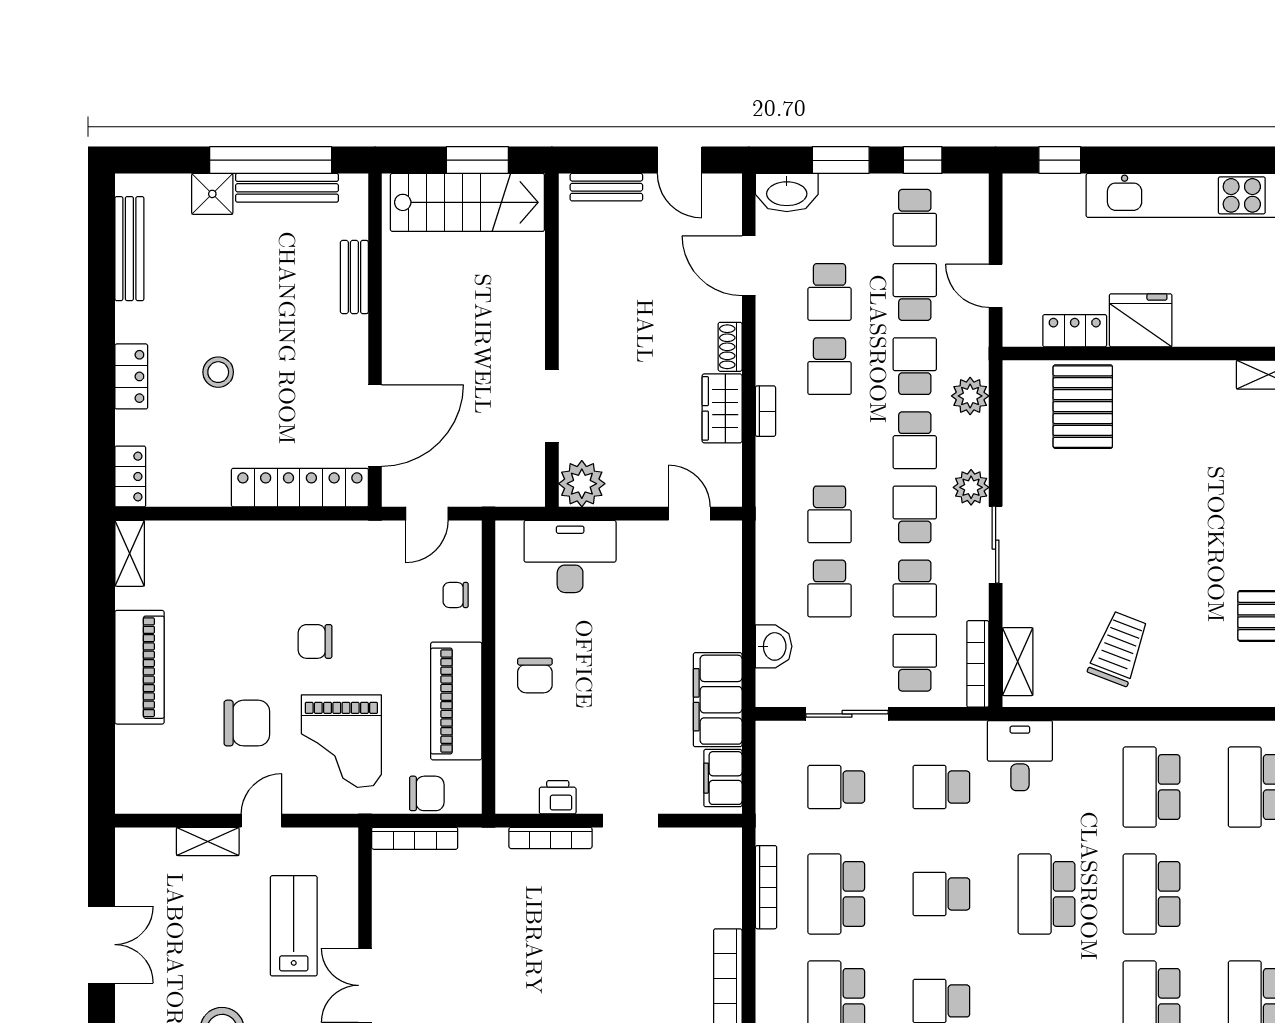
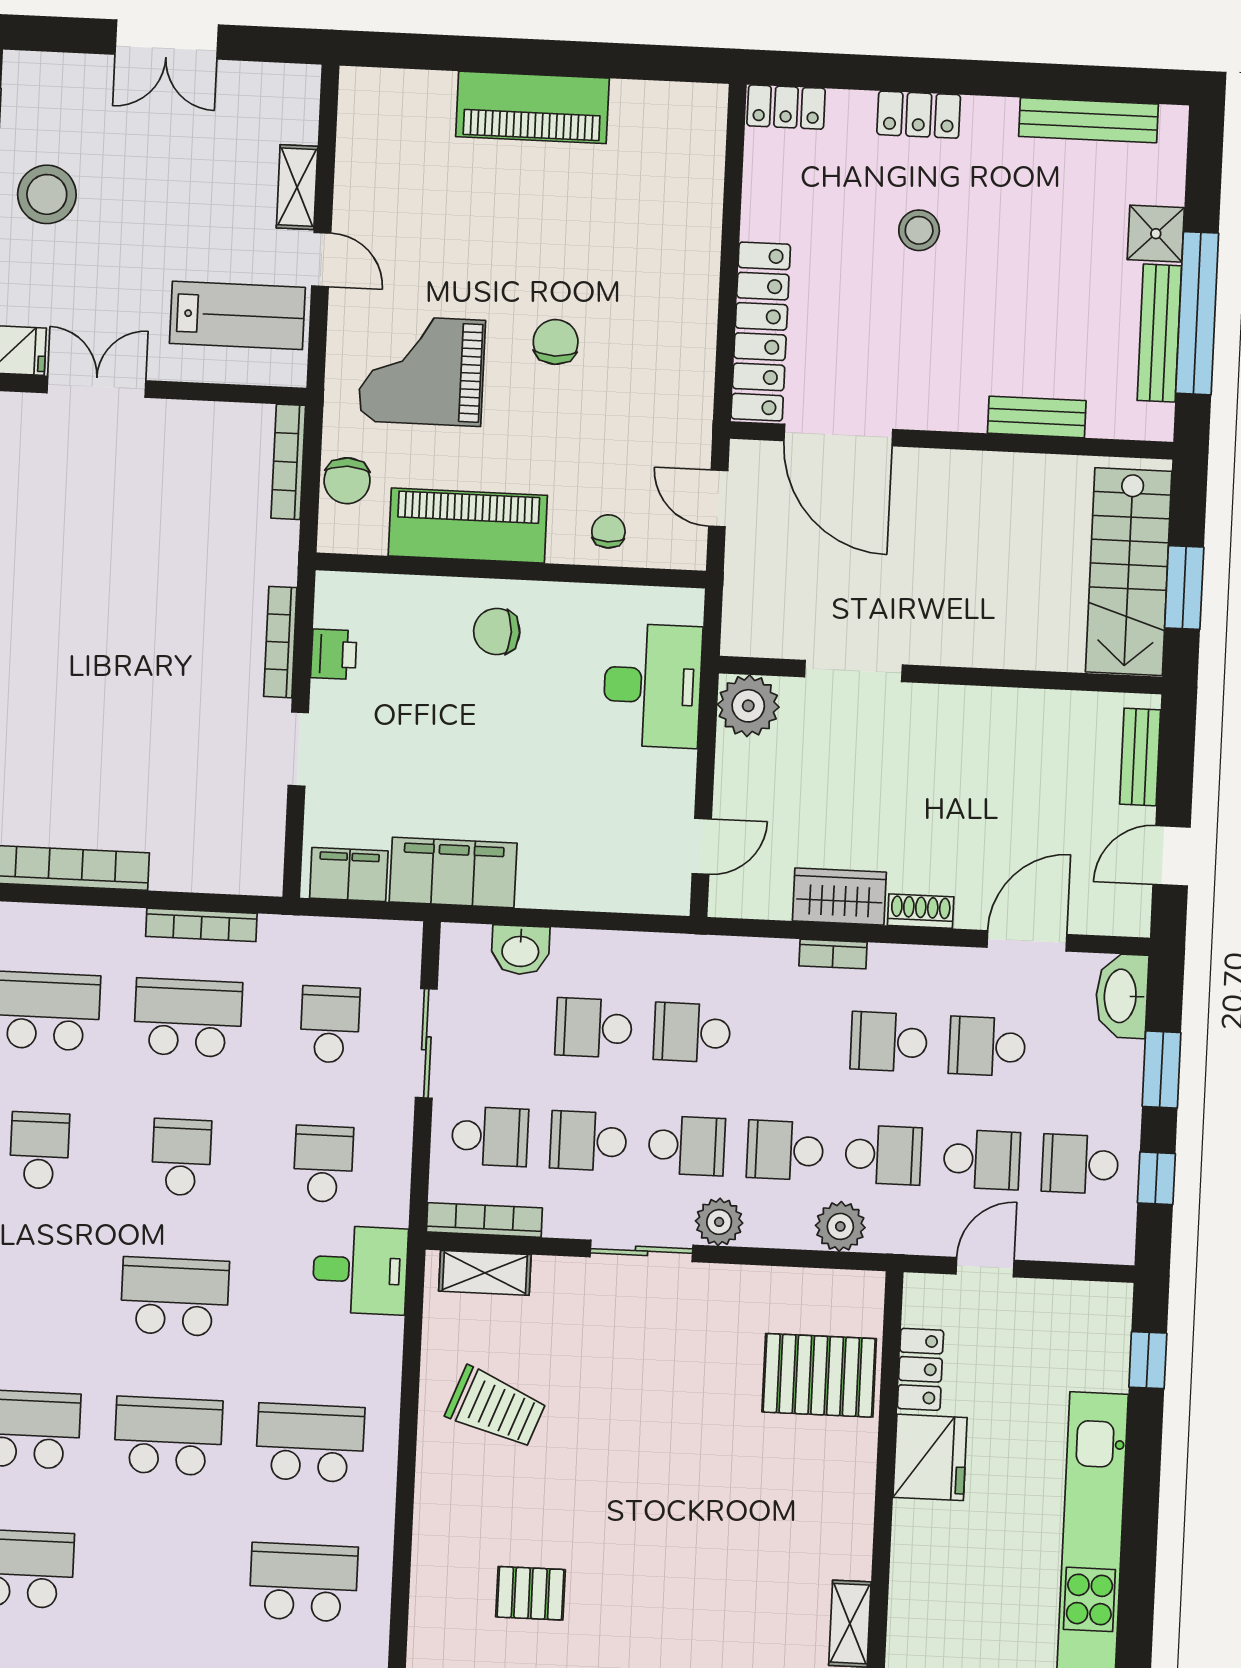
shelving: (130, 553) -> (684, 101), removed
chair: (247, 723) -> (452, 246), removed
lab bench: (294, 926) -> (237, 315), moved

